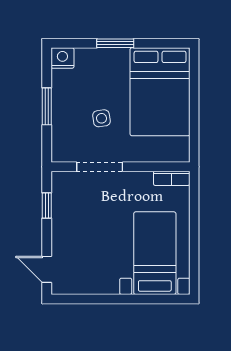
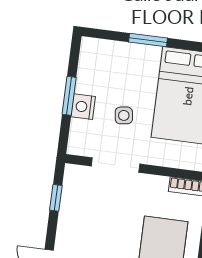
nightstand: (62, 58) -> (83, 107), moved, turned -90

